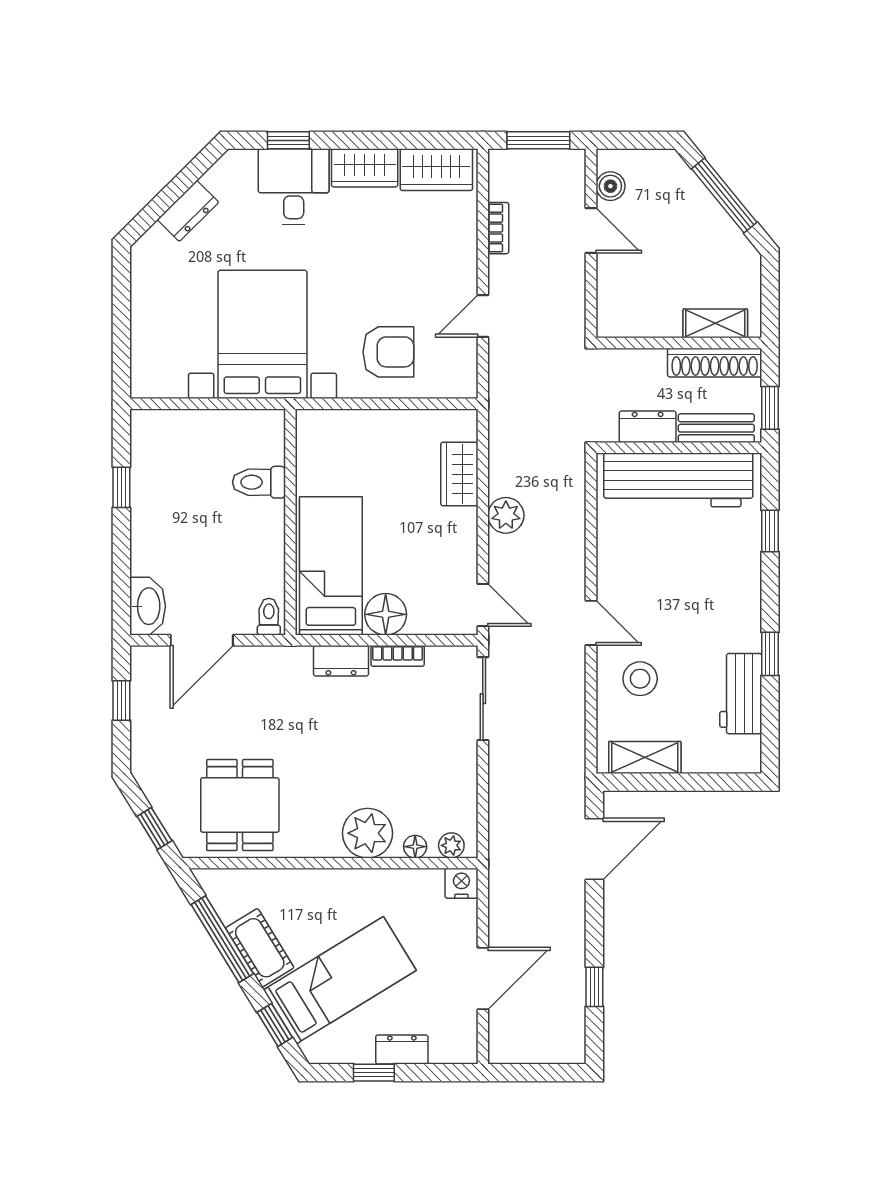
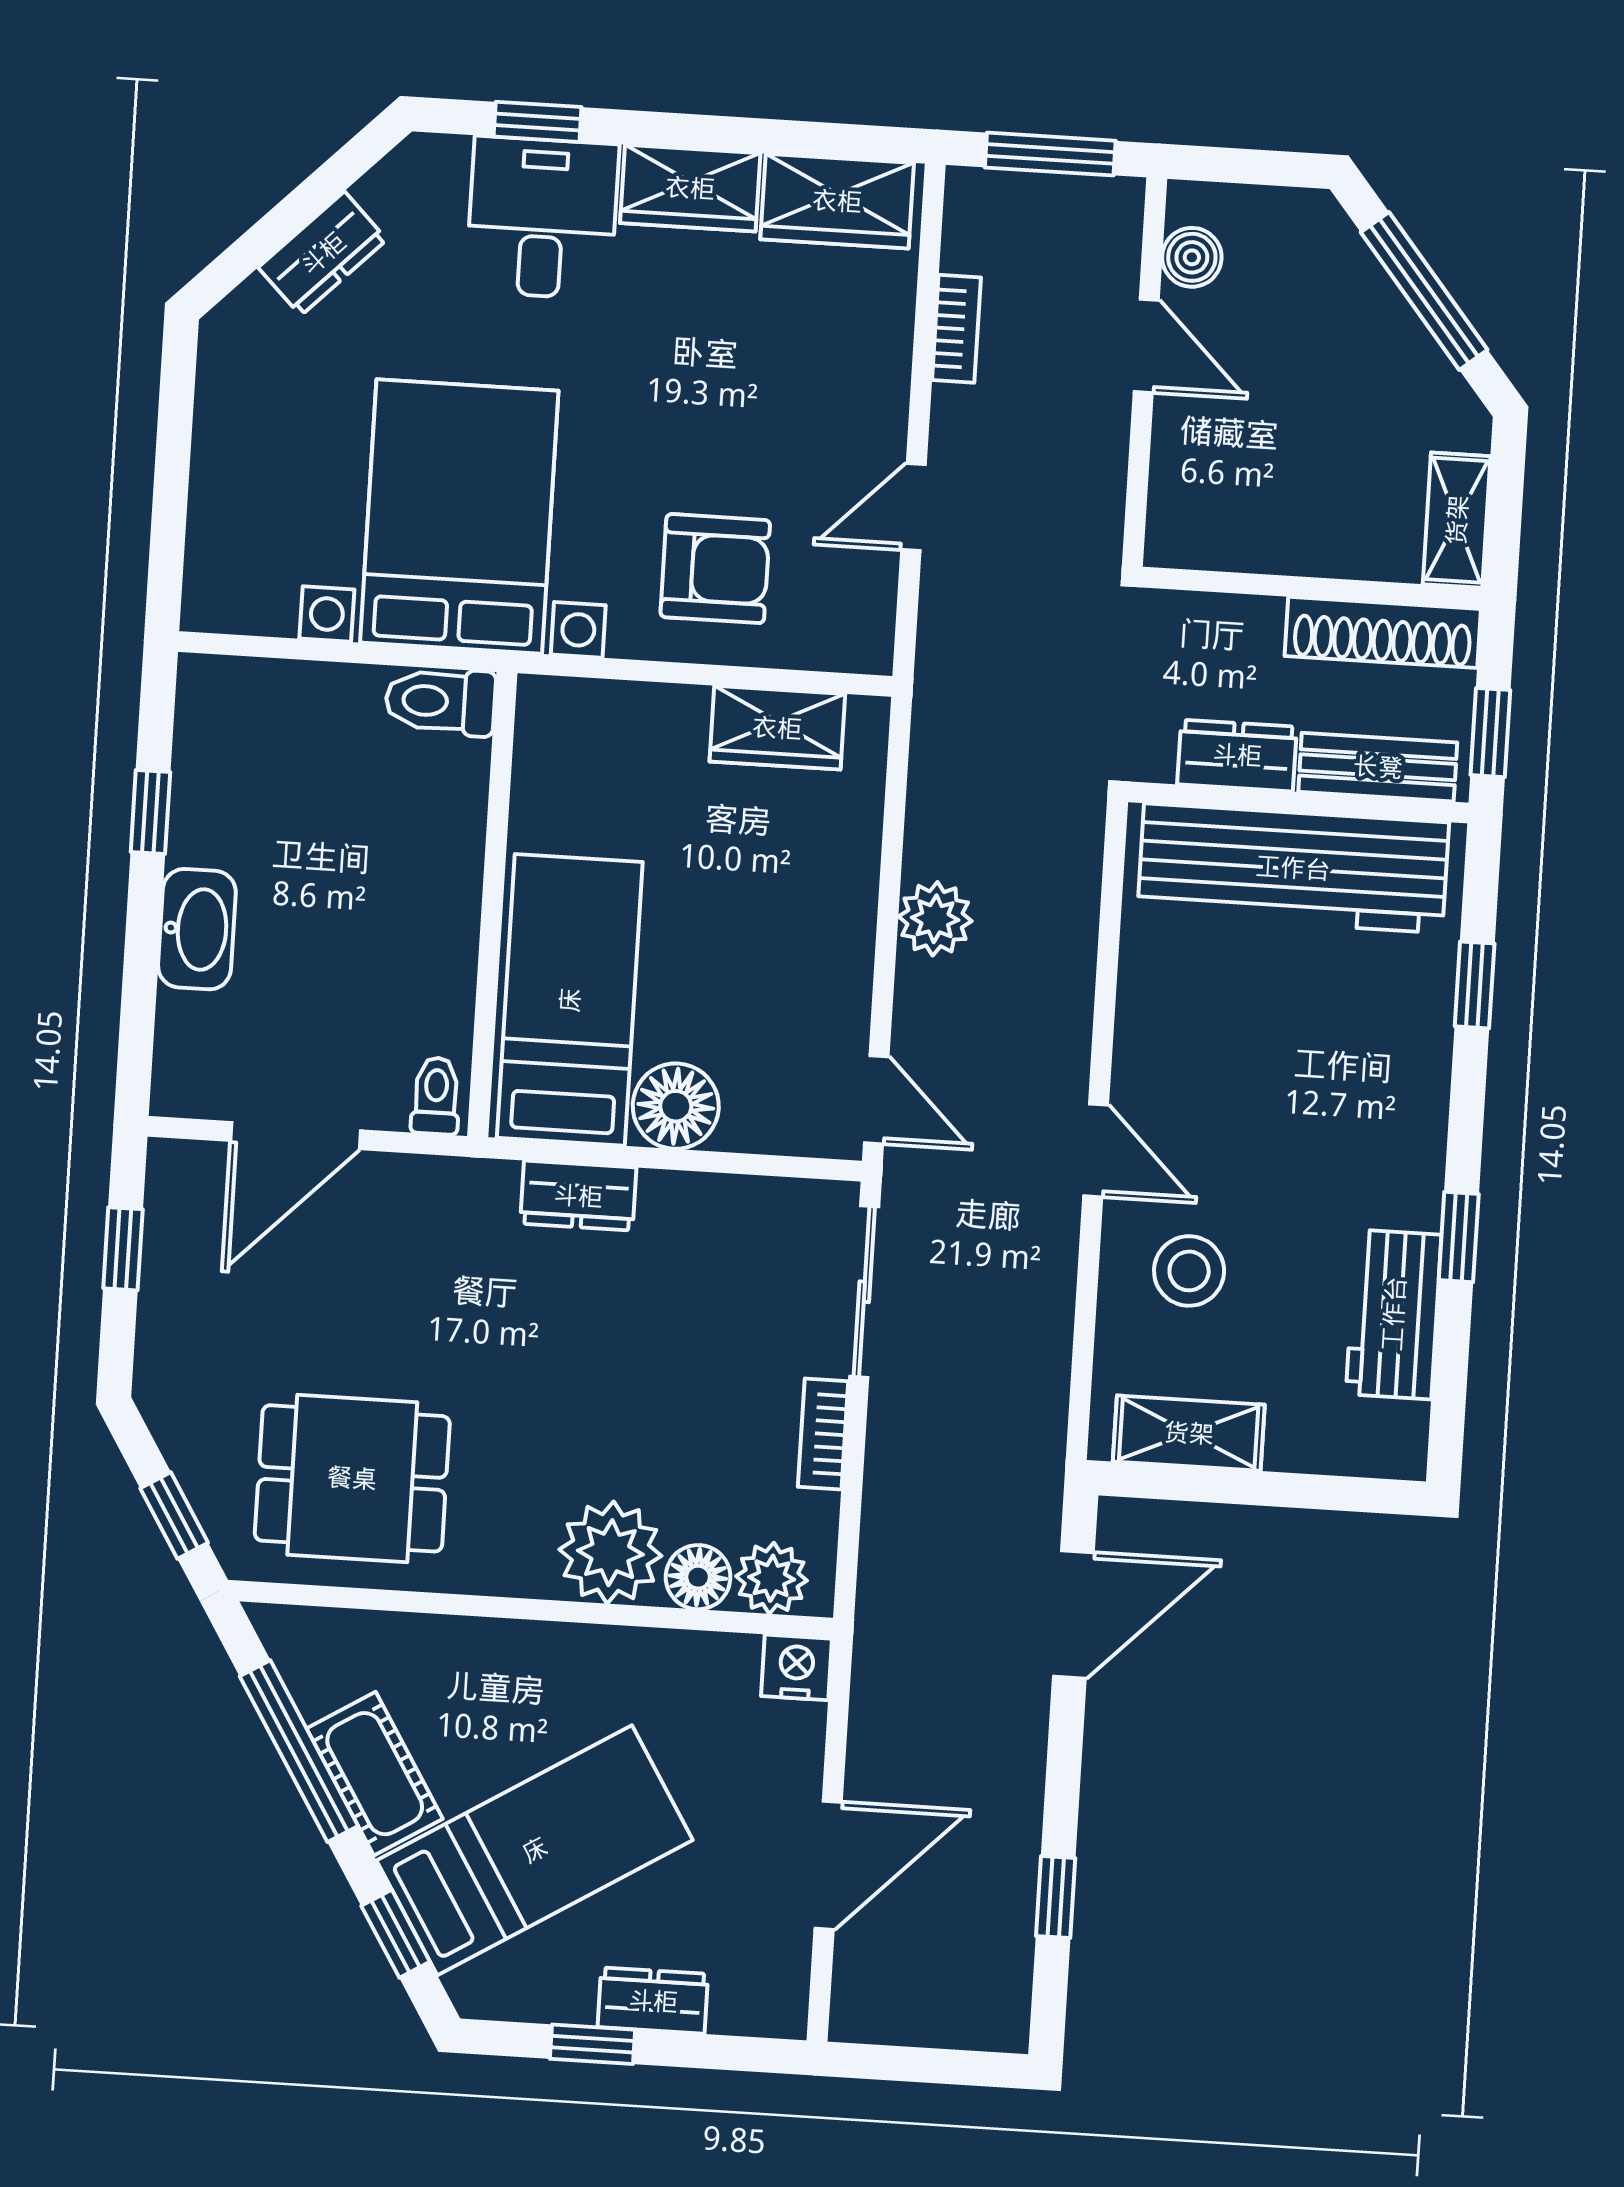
shelving: (715, 323) -> (1457, 520), moved, turned 90
wardrobe: (459, 474) -> (777, 728), moved, turned -90
toilet: (259, 482) -> (440, 701), moved
washbasin: (148, 606) -> (197, 929), moved
bookcase: (398, 656) -> (823, 1434), moved, turned 90
dining table: (240, 805) -> (352, 1478), turned 90
plant: (451, 845) -> (772, 1578), width x1.38, depth x1.38
floor lamp: (415, 847) -> (698, 1577), width x1.37, depth x1.37

